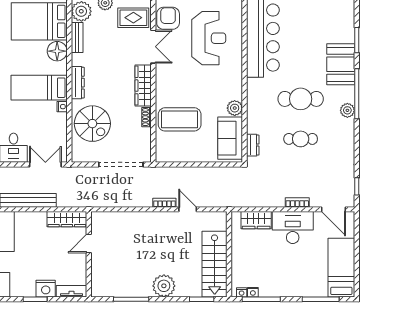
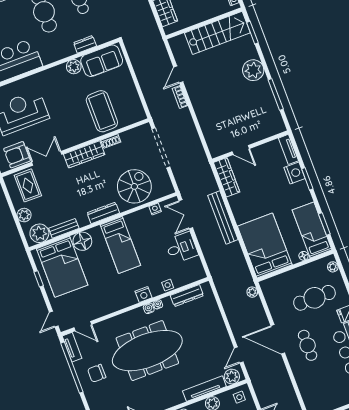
nightstand: (62, 107) -> (155, 209), moved
dresser: (253, 145) -> (85, 44), moved

